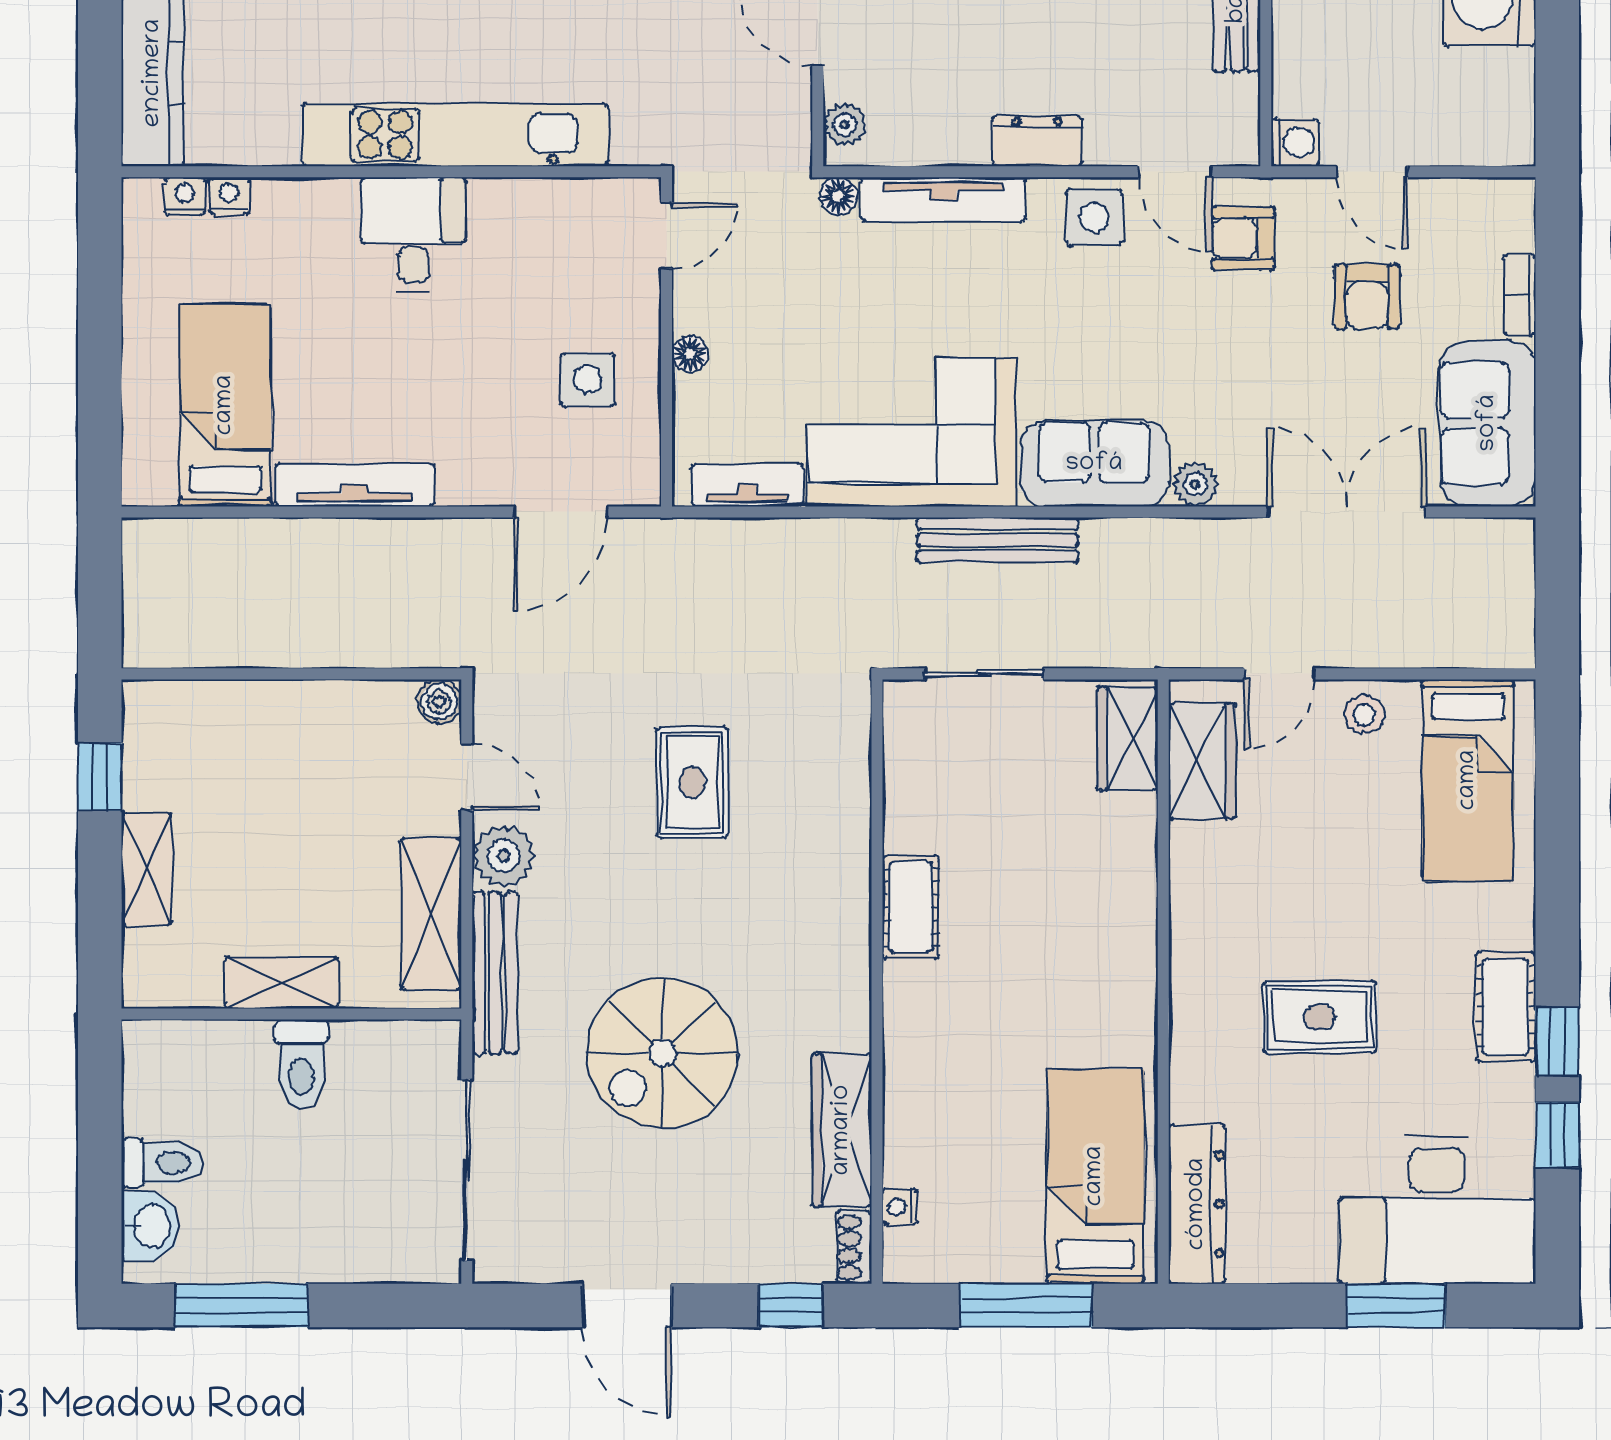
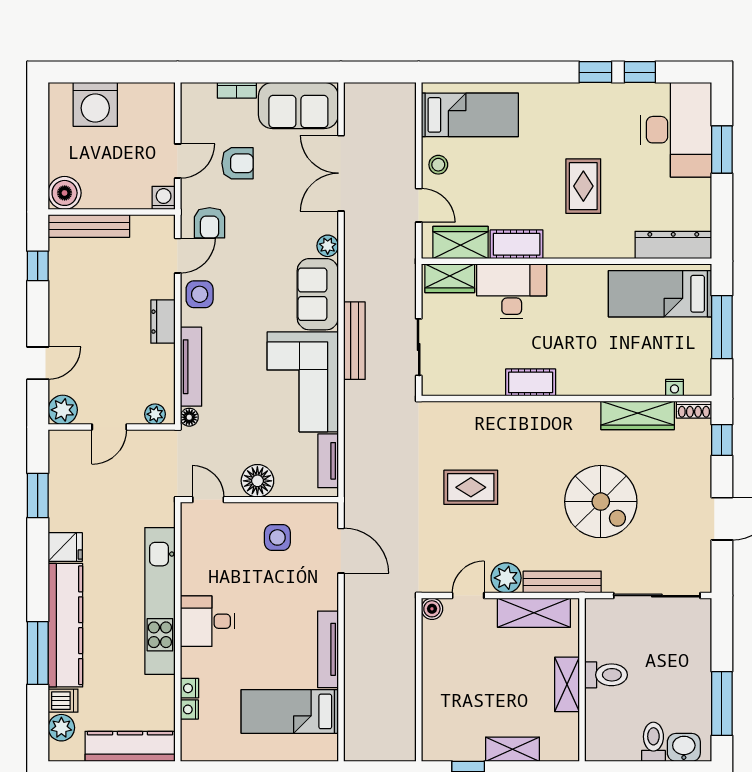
nightstand: (185, 196) -> (189, 688), moved
floor lamp: (690, 354) -> (257, 481), width x1.89, depth x1.89
desk: (1100, 868) -> (512, 291), added
cot: (1506, 1007) -> (517, 244), moved

